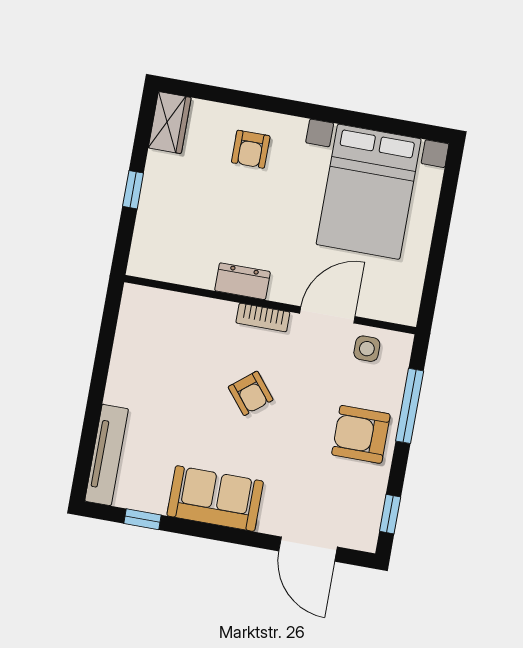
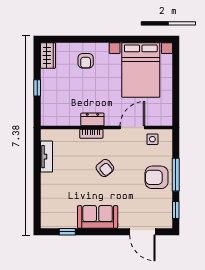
bookcase: (263, 317) -> (91, 134), moved
window: (410, 406) -> (176, 175), moved
tv unit: (107, 455) -> (46, 157), moved, width x0.71

